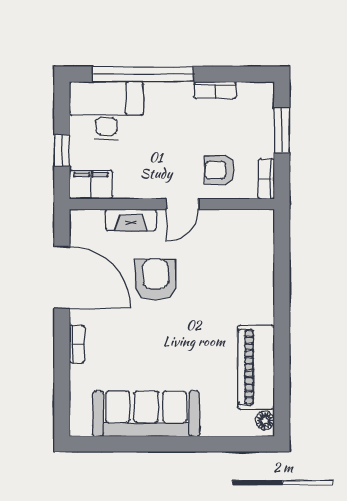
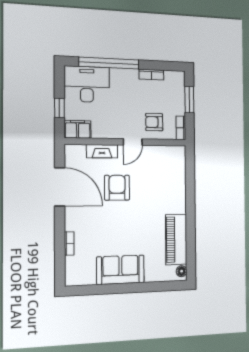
bookcase: (77, 344) -> (69, 243), moved
sofa: (146, 414) -> (120, 270), width x0.73

